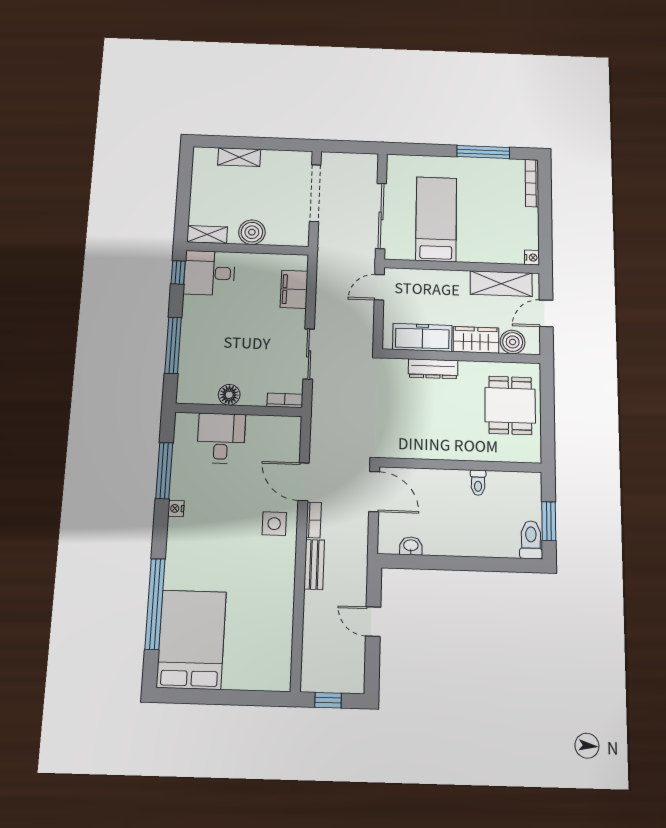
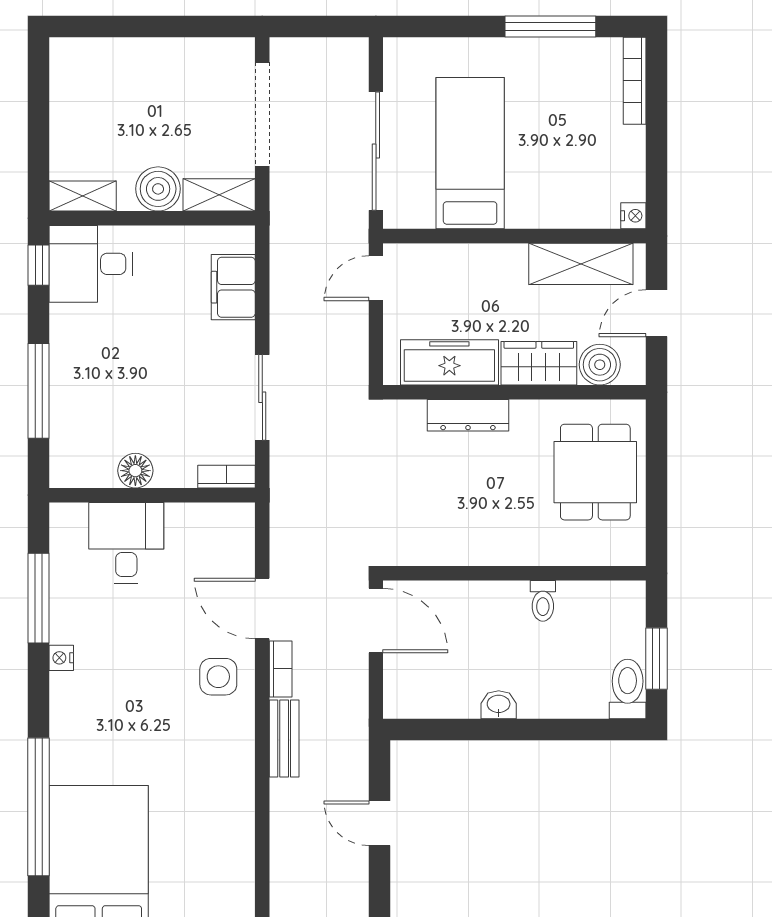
shelving: (239, 157) -> (219, 195), moved
washbasin: (411, 546) -> (499, 705), moved

